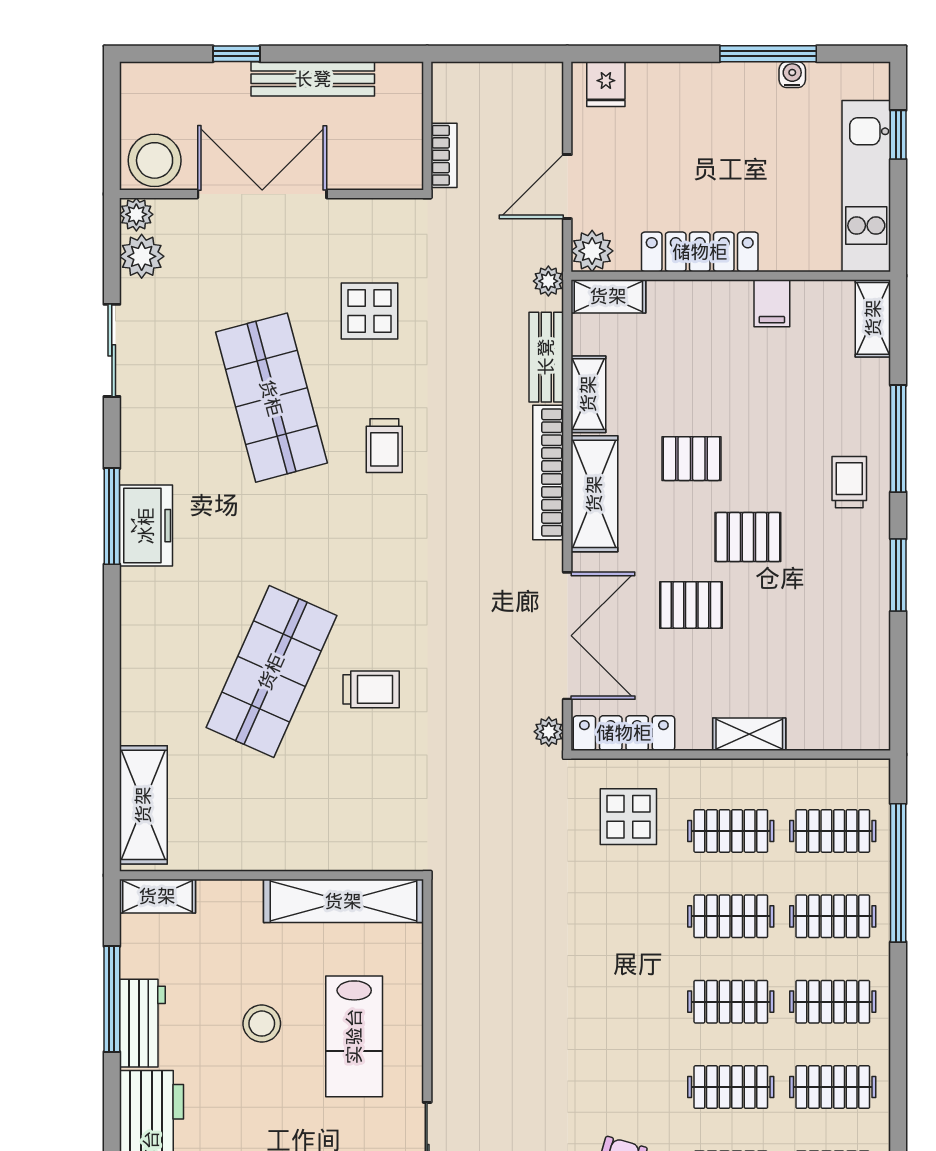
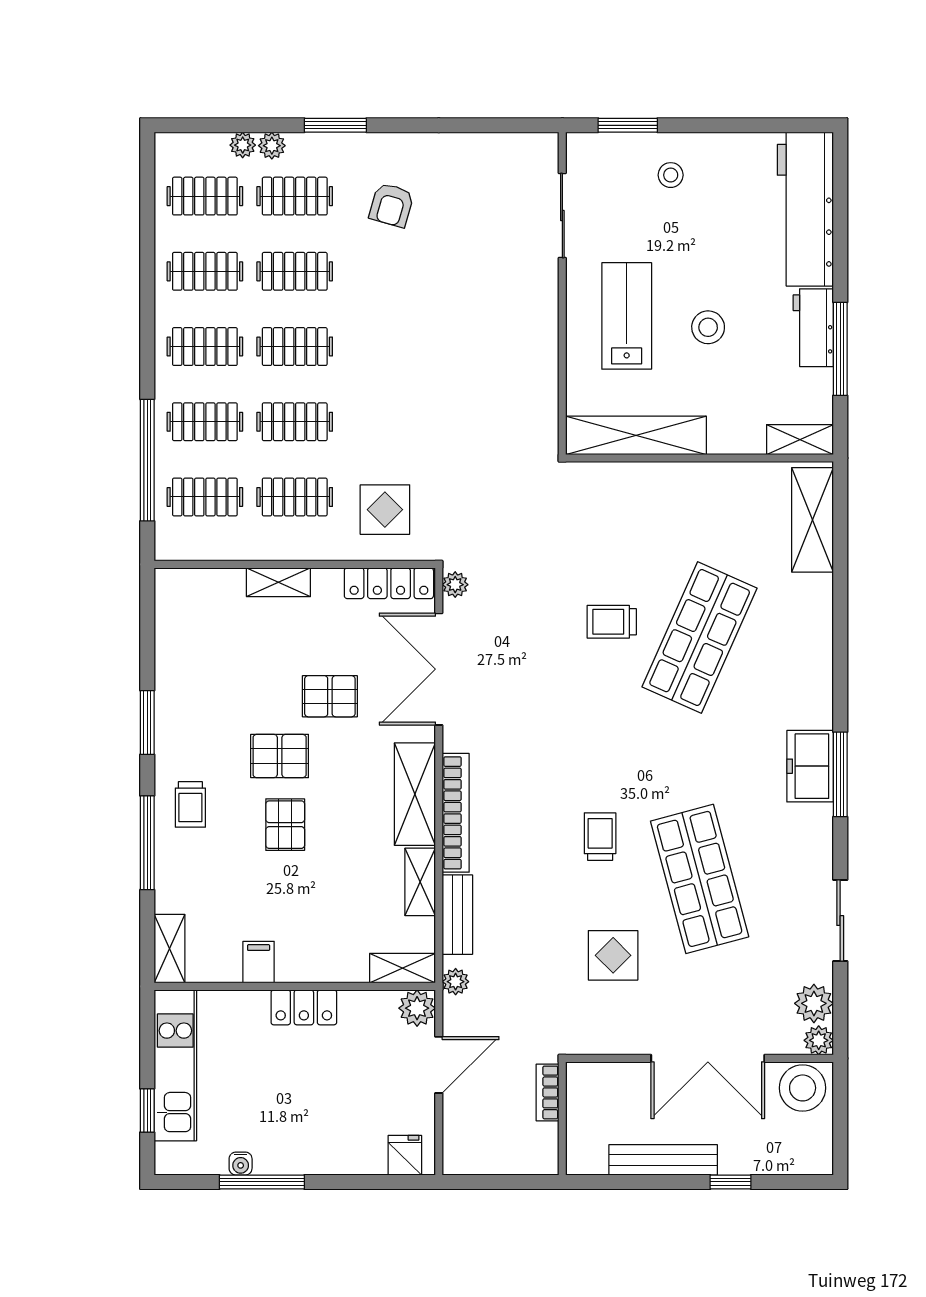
locker: (700, 252) -> (304, 1007), width x0.66
pallet: (691, 459) -> (285, 825), moved, turned 90

